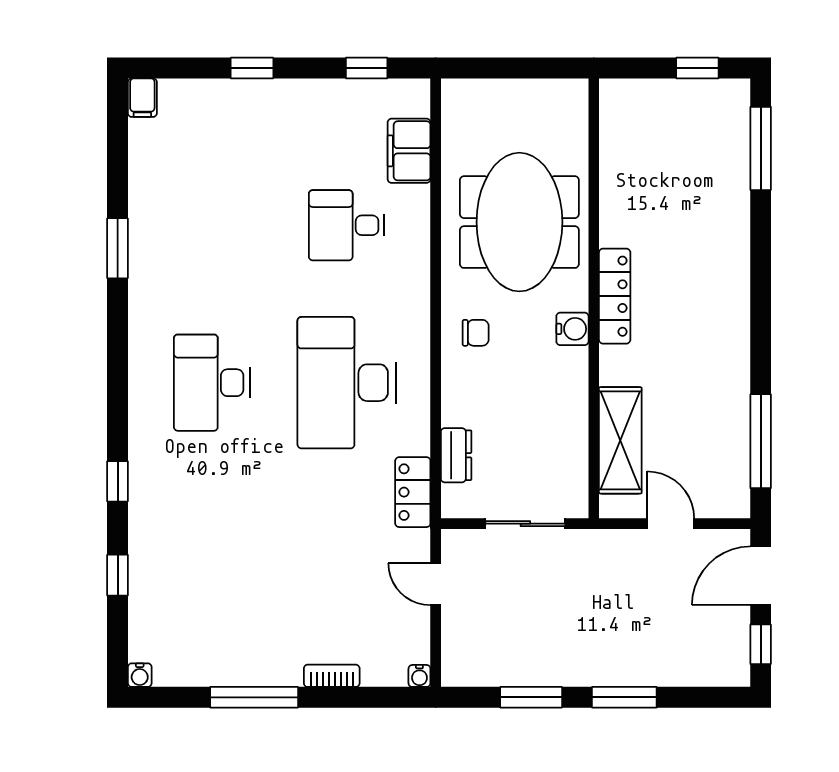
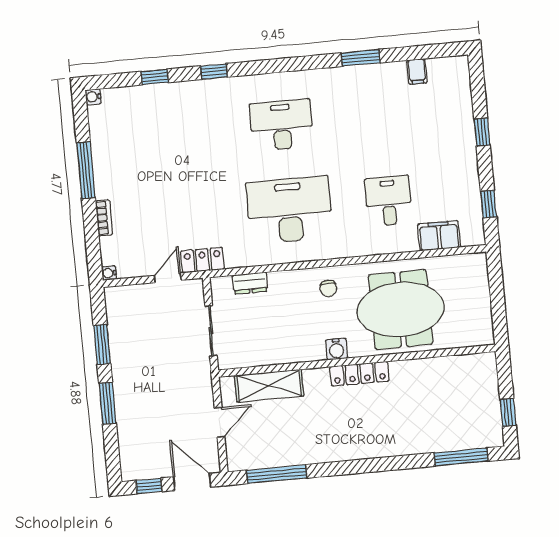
filing cabinet: (142, 98) -> (417, 72), moved, turned -90
locker: (413, 492) -> (202, 260), moved

